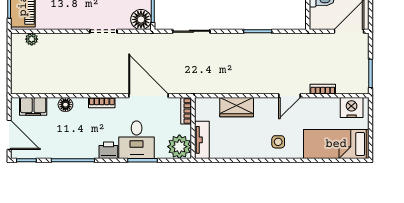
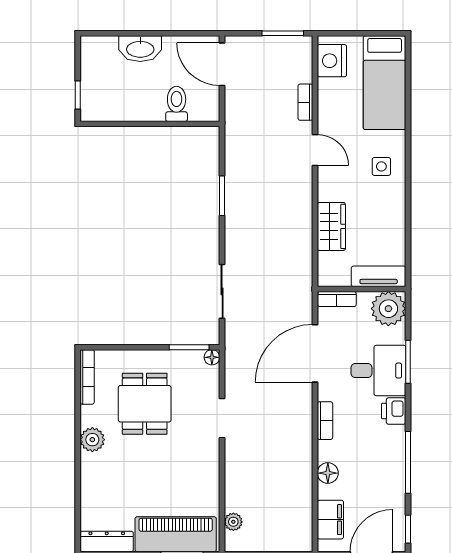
floor lamp: (141, 19) -> (212, 357), width x0.53, depth x0.53

